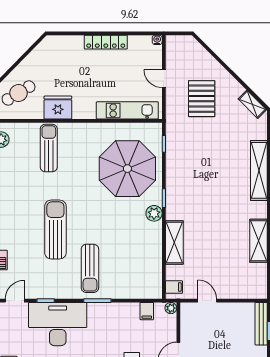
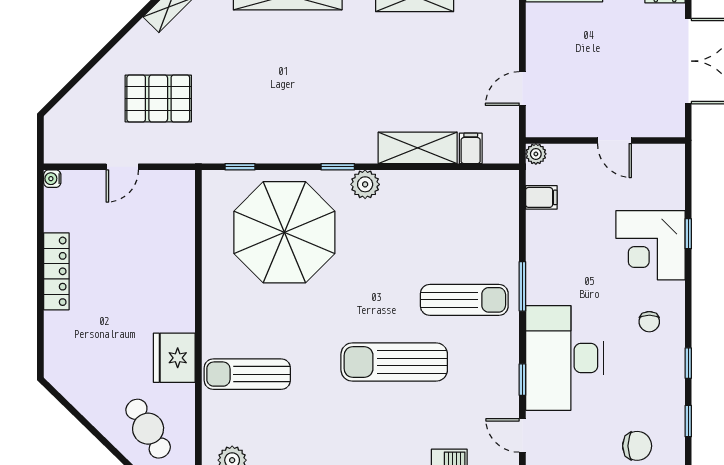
kitchen unit: (127, 110) -> (180, 232), removed
filing cabinet: (174, 287) -> (471, 148), moved

